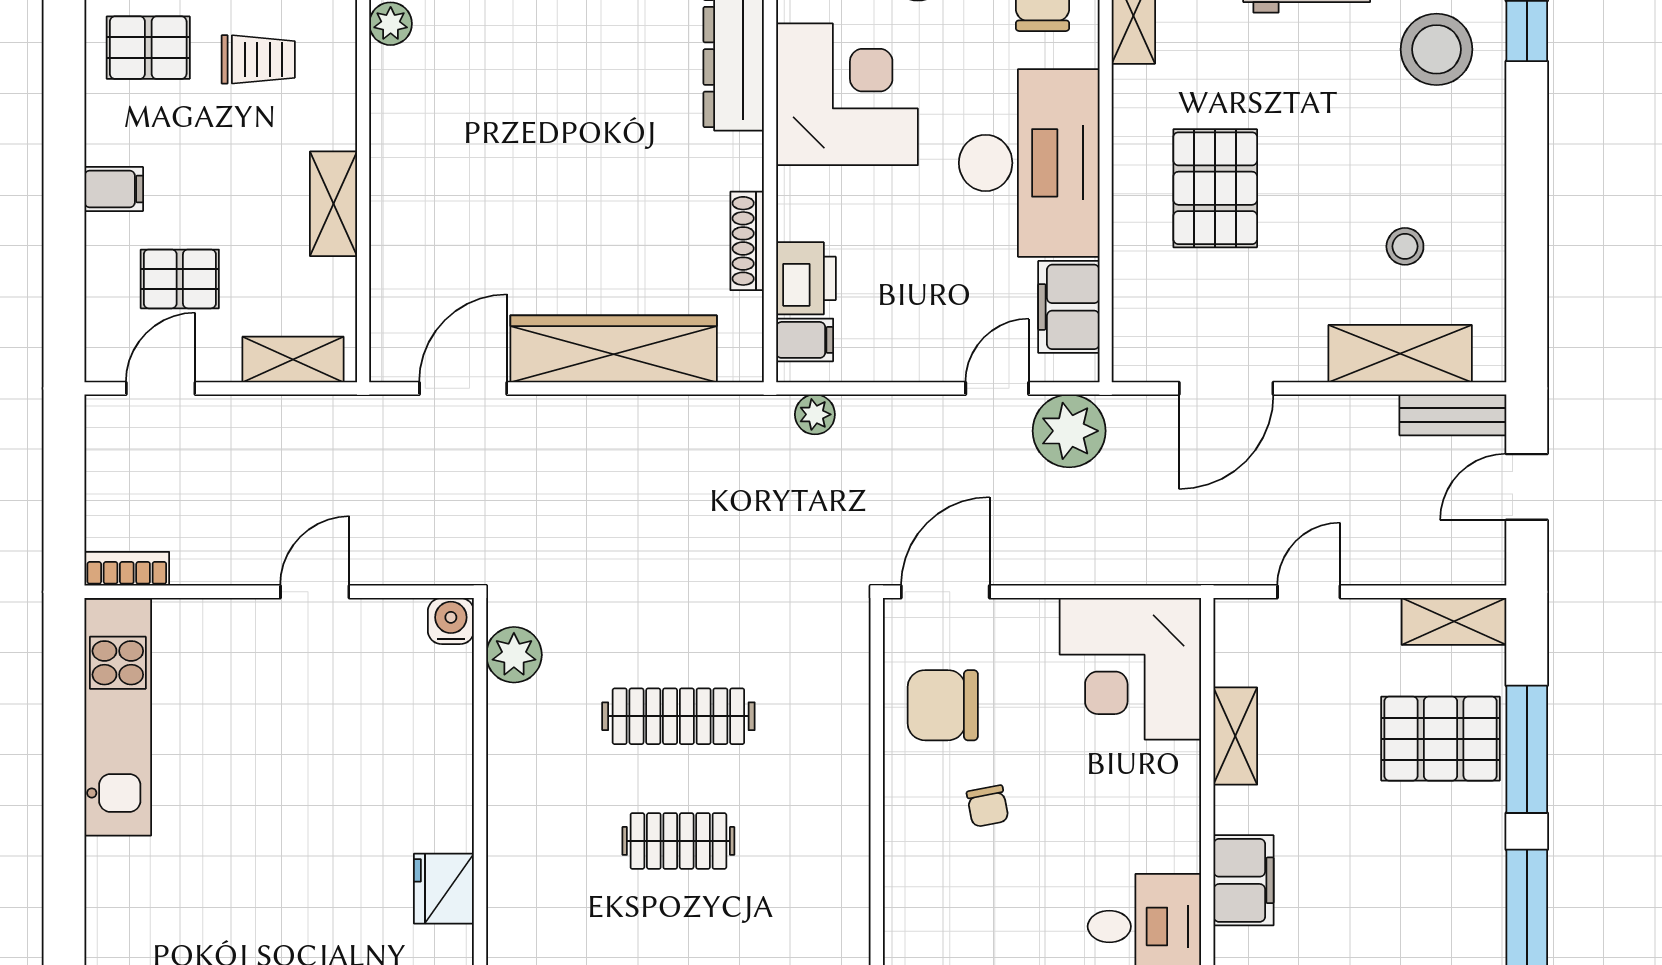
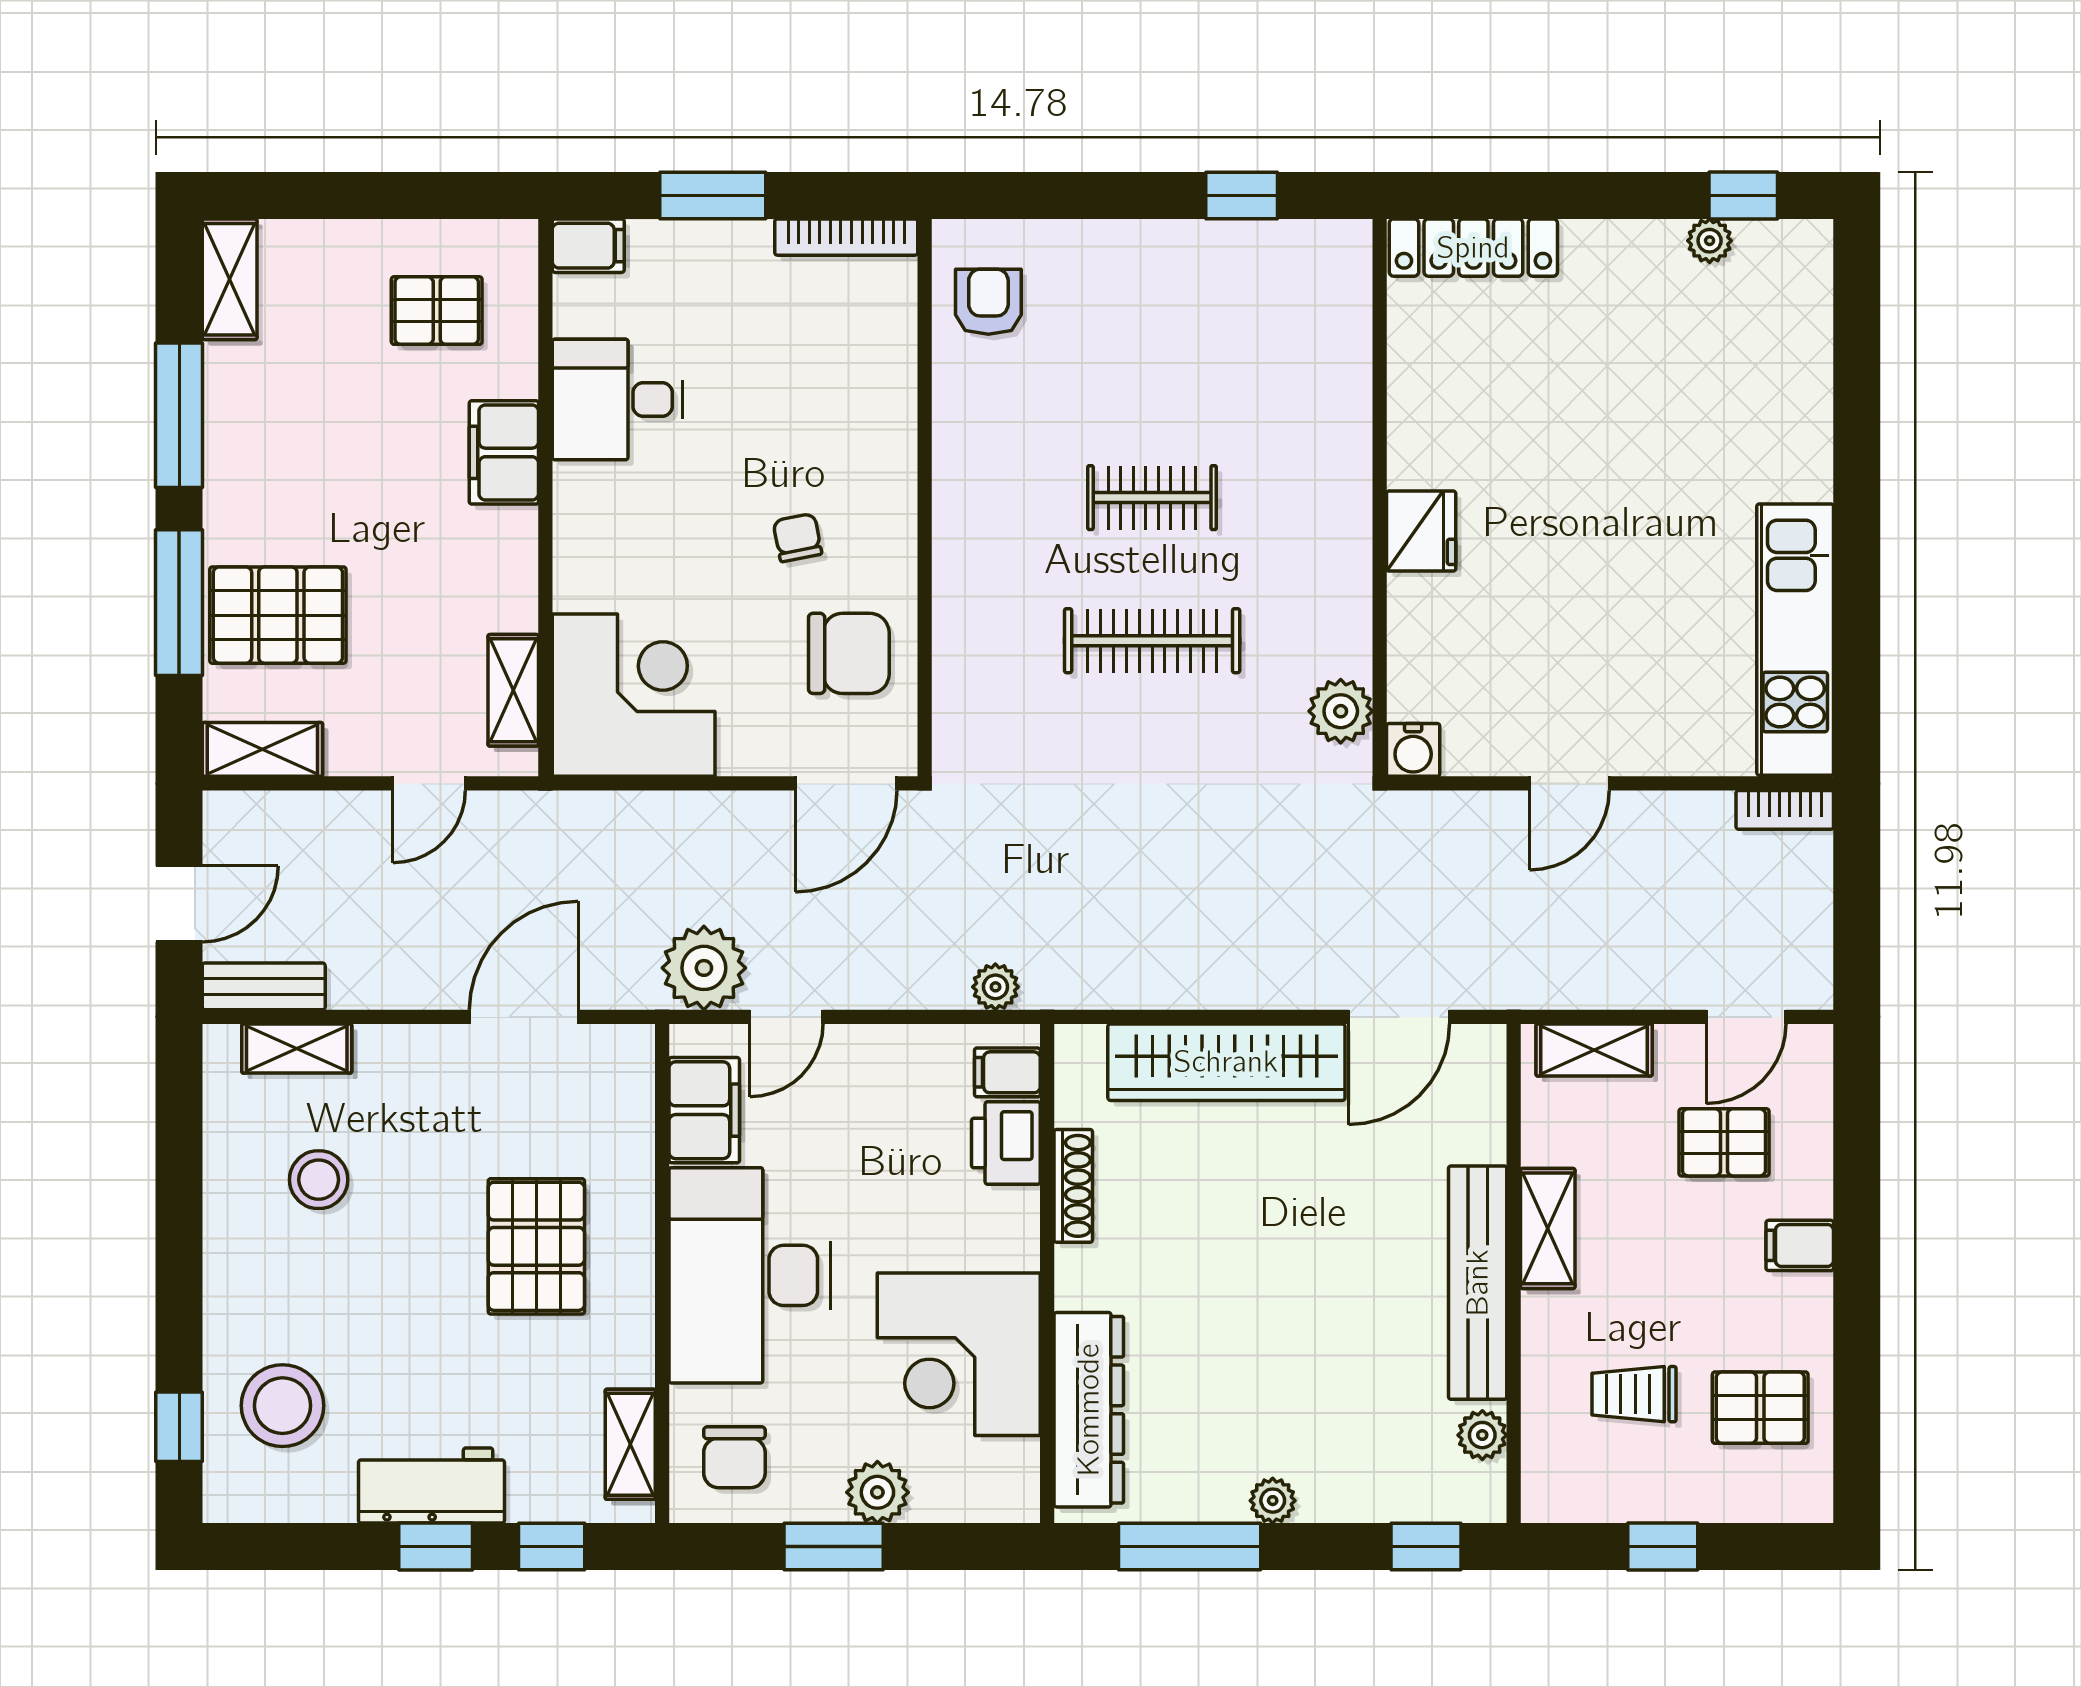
bench: (395, 157) -> (1478, 1283), added
stool: (1405, 246) -> (319, 1180), width x1.37, depth x1.37
shelving: (1400, 354) -> (297, 1048), width x0.67, depth x0.75
shelving: (1235, 736) -> (513, 690), moved
fridge: (444, 889) -> (1421, 531), moved

